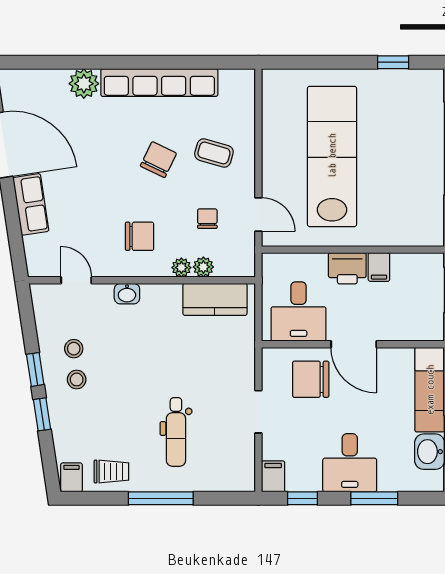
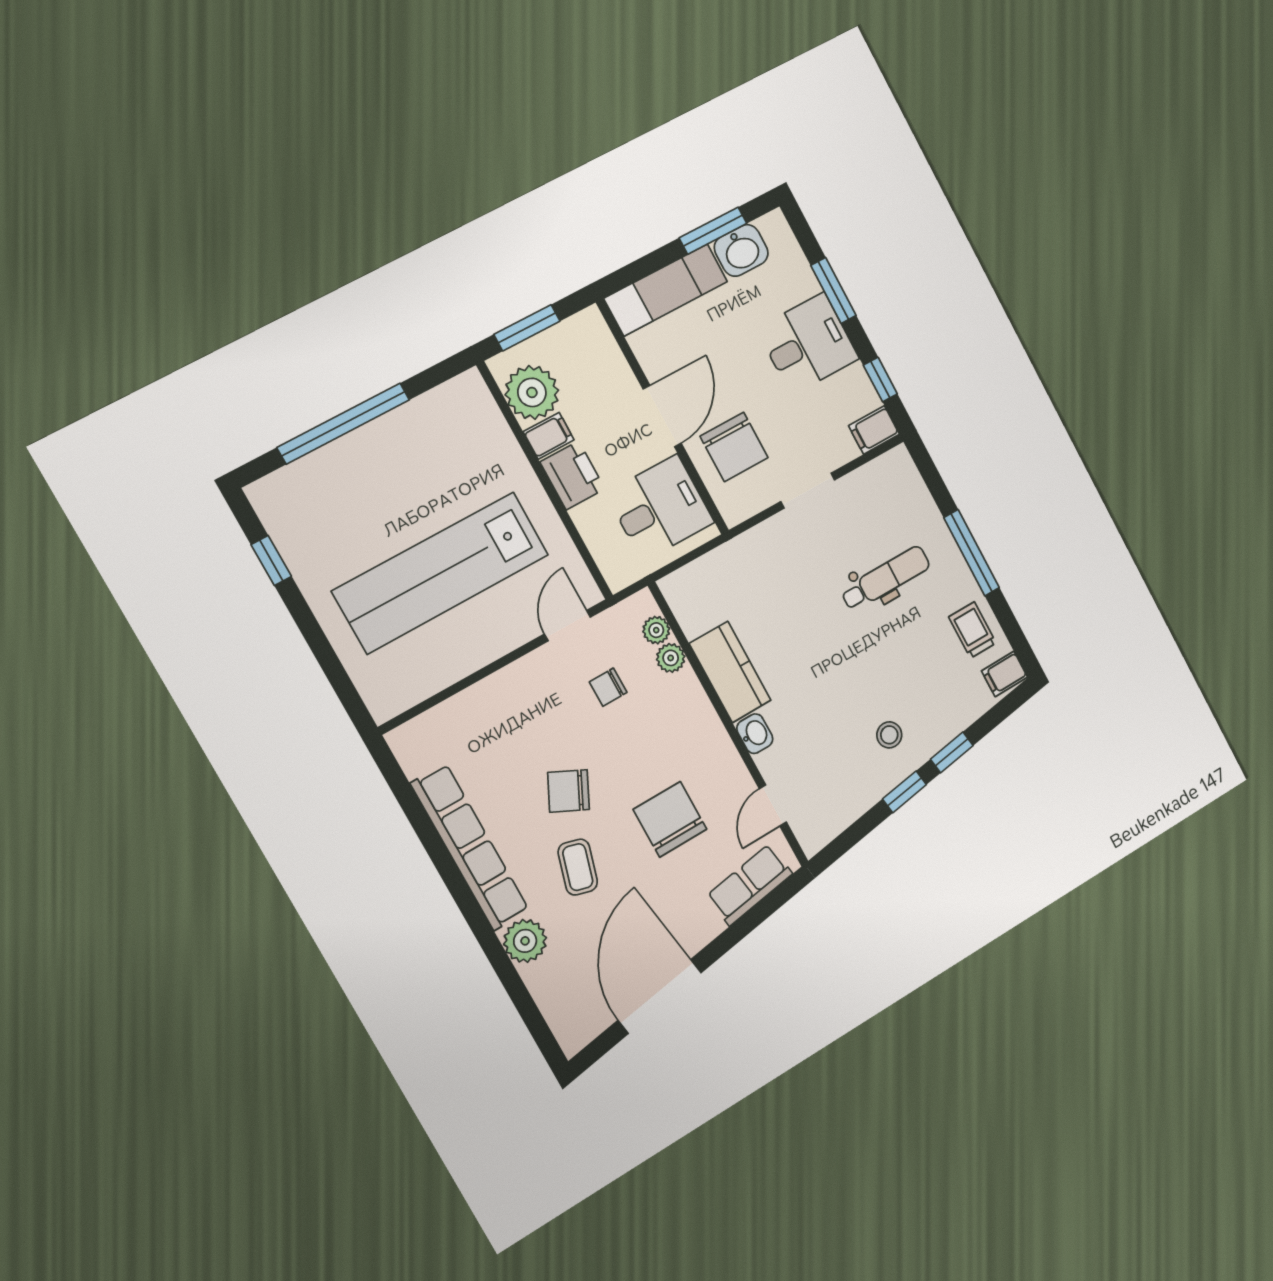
coffee table: (214, 153) -> (578, 867), moved
row of seats: (31, 204) -> (750, 885), moved
chair: (140, 236) -> (670, 819), moved, width x1.37, depth x1.37
plant: (181, 268) -> (656, 630), moved
plant: (410, 271) -> (532, 392), added
kitchen counter: (215, 299) -> (730, 672), moved
stool: (74, 349) -> (855, 760), removed

